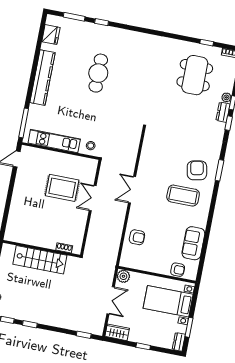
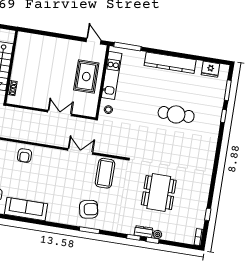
dining table: (195, 75) -> (159, 193), moved, turned 90
rug: (62, 188) -> (86, 77), moved
double door: (132, 190) -> (80, 151), moved
coffee table: (183, 196) -> (105, 173), moved
sofa: (193, 243) -> (26, 209), width x1.36

